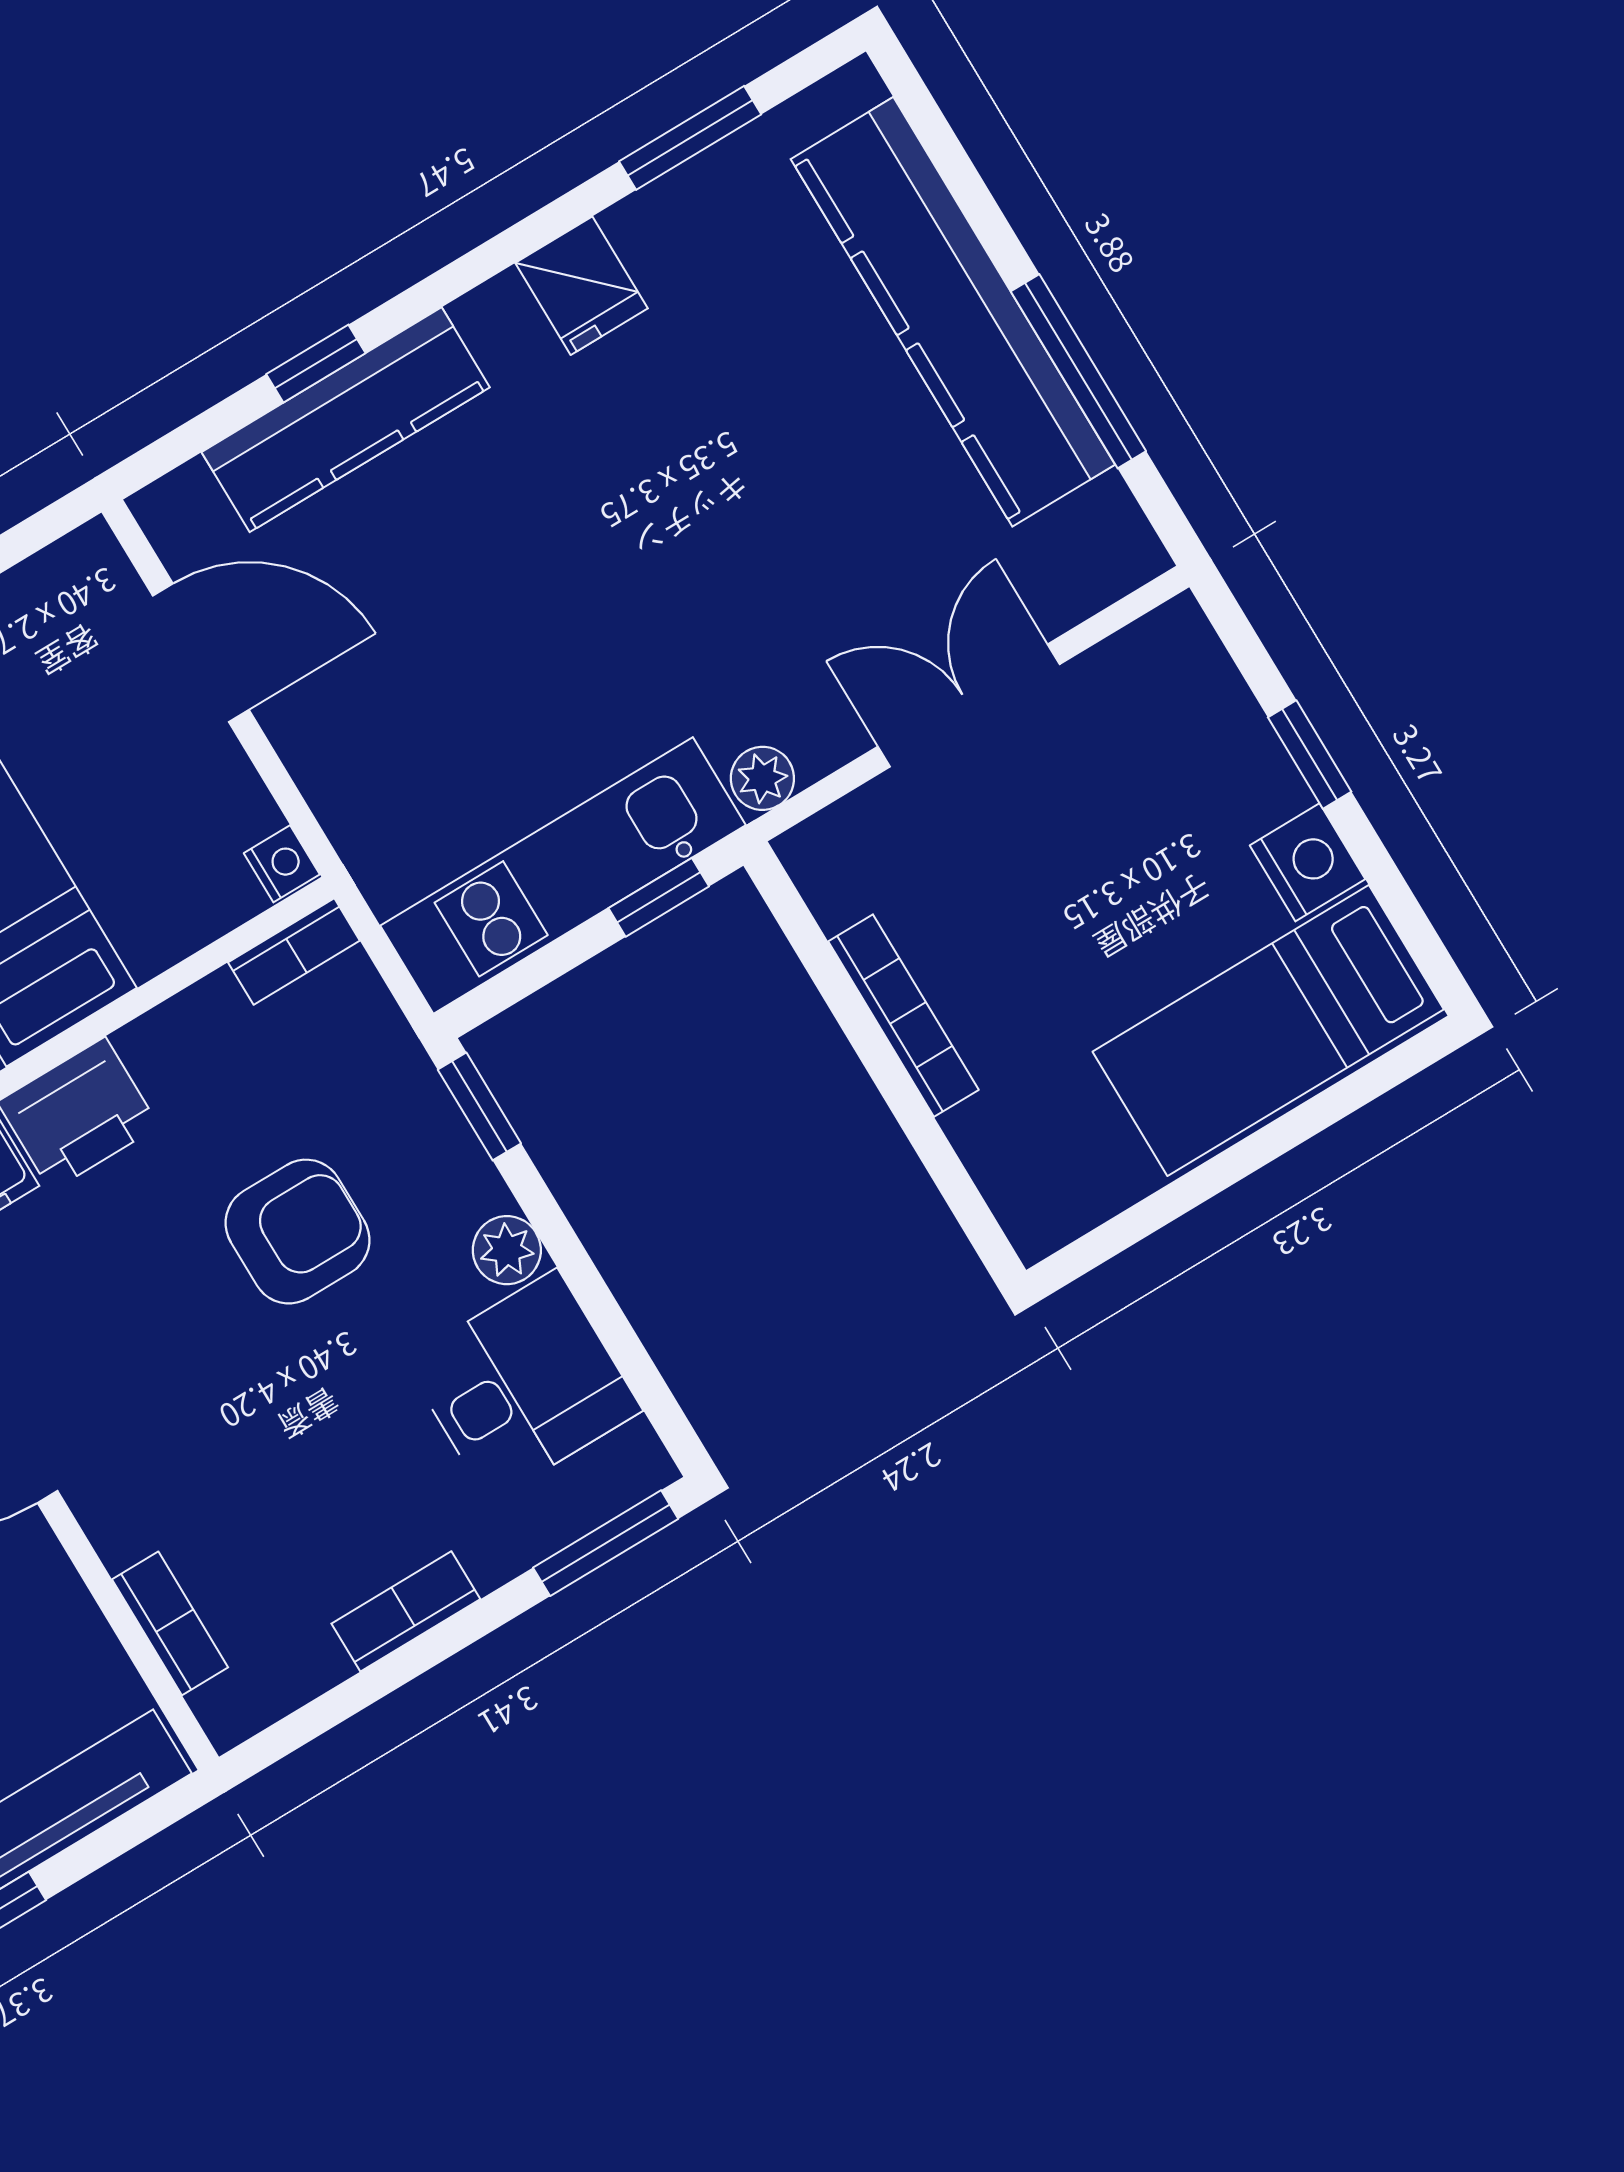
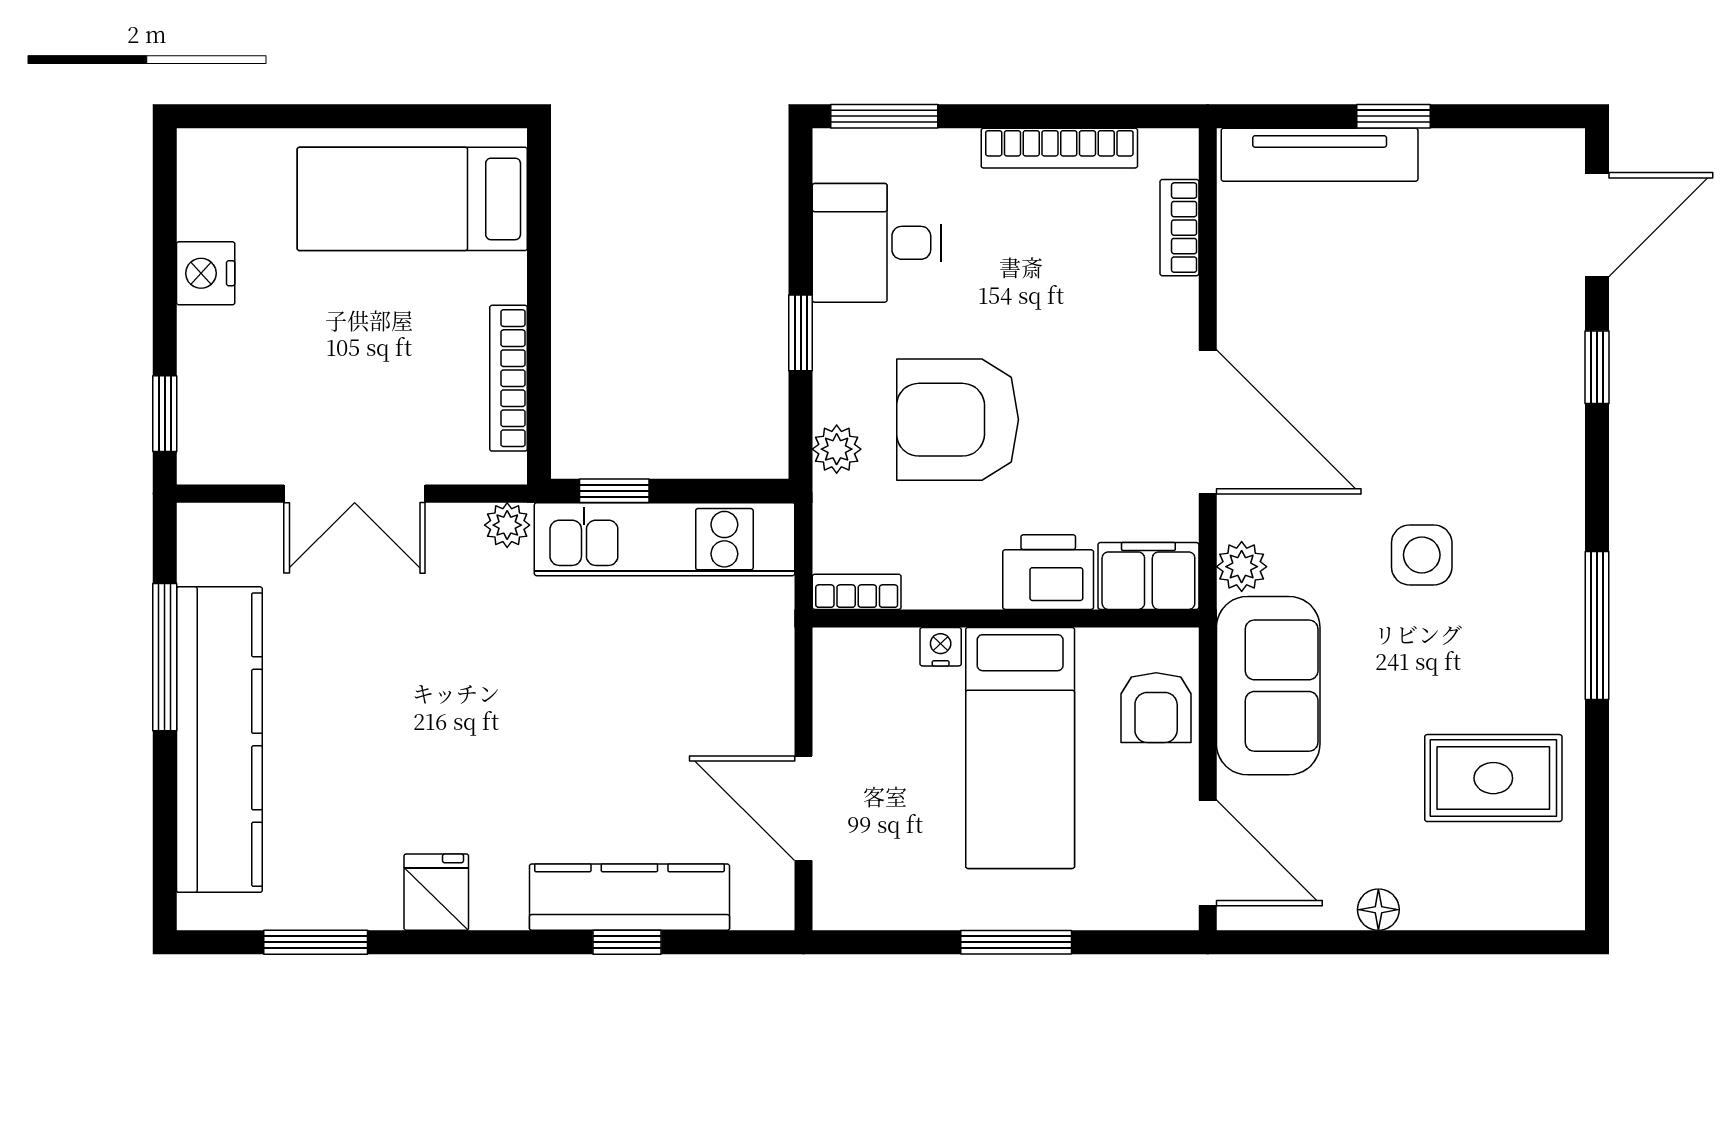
window: (1310, 755) -> (165, 414), moved
nightstand: (282, 864) -> (941, 647), moved, turned 90
bookcase: (903, 1016) -> (508, 378), moved
bed: (1268, 1030) -> (412, 199), moved, turned 180
window: (479, 1106) -> (801, 333), moved
armchair: (297, 1232) -> (958, 420), width x1.36, depth x1.36
plant: (507, 1250) -> (837, 449), moved
bookcase: (406, 1611) -> (1059, 148), width x1.56

